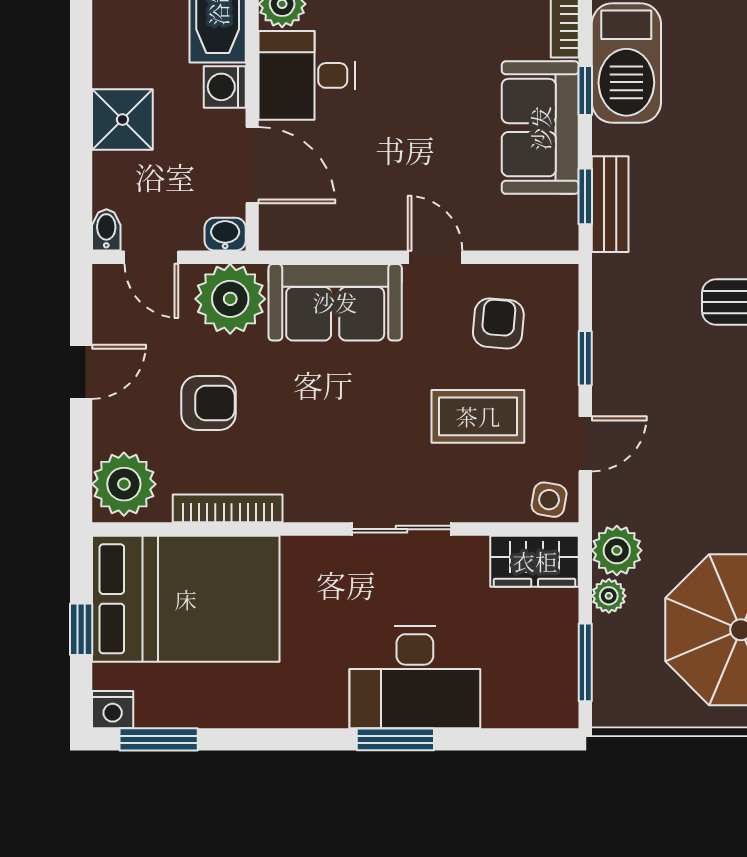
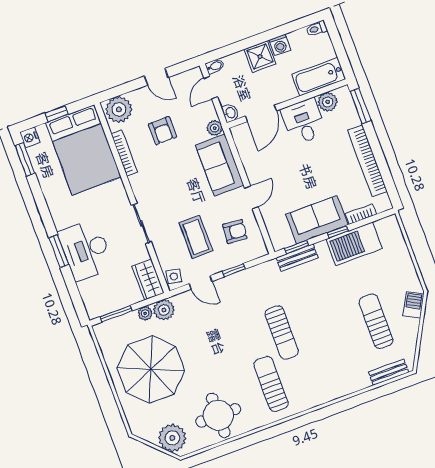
washing machine: (225, 87) -> (280, 45), moved, turned 180
plant: (230, 299) -> (215, 128), width x0.53, depth x0.53

